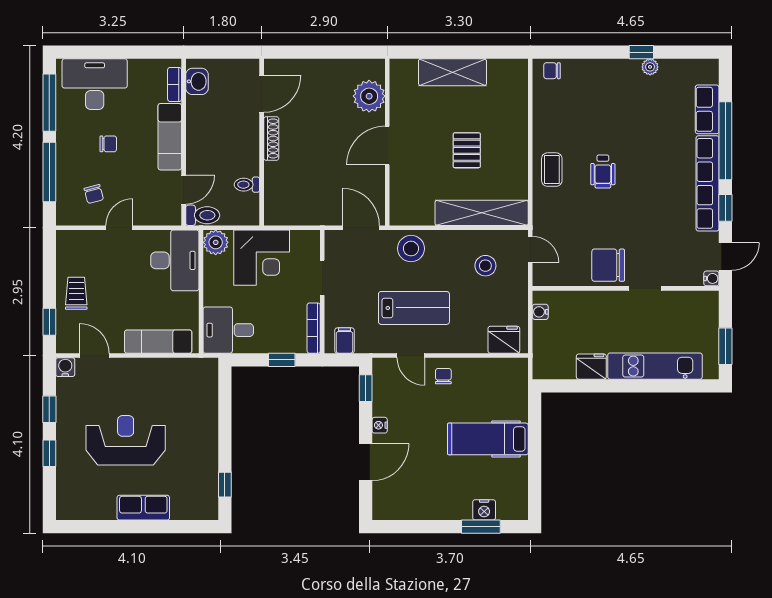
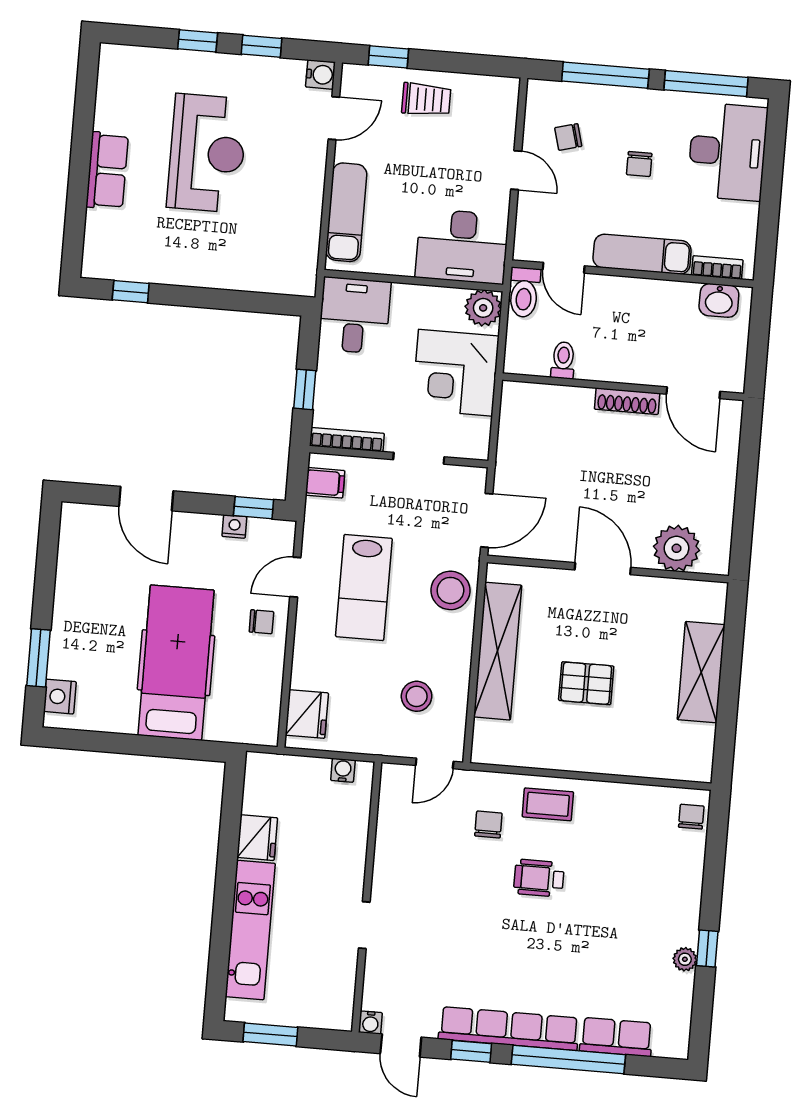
shelving: (482, 213) -> (498, 651), moved
chair: (608, 265) -> (488, 825), moved, width x0.54, depth x0.54
nightstand: (380, 425) -> (234, 527), moved
hospital bed: (488, 439) -> (176, 663), width x1.37, depth x1.29
nightstand: (484, 510) -> (60, 697), moved

